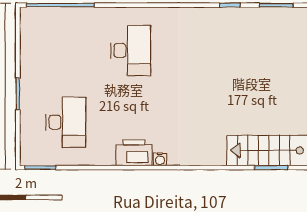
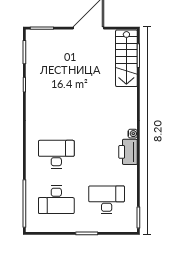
desk: (66, 50) -> (56, 200), added

